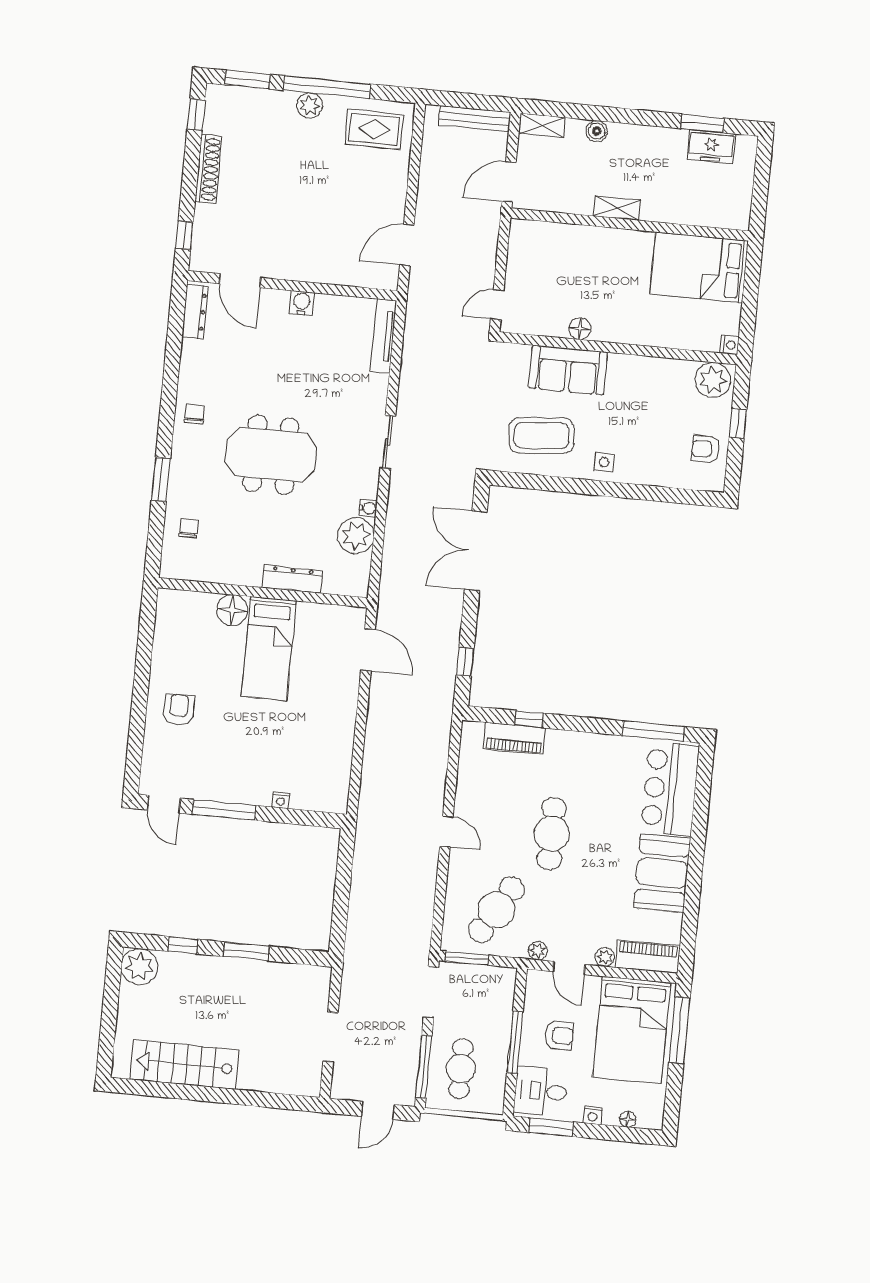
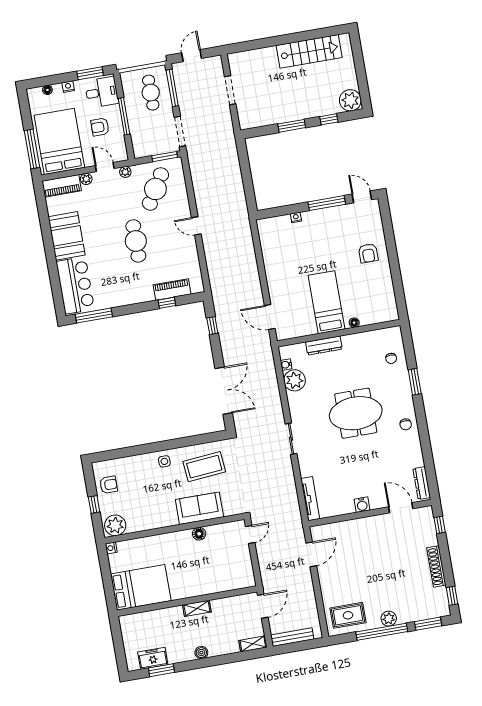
boiler: (597, 131) -> (201, 653), moved
water cooler: (368, 508) -> (286, 365), moved
floor lamp: (232, 610) -> (354, 323), width x0.53, depth x0.53

